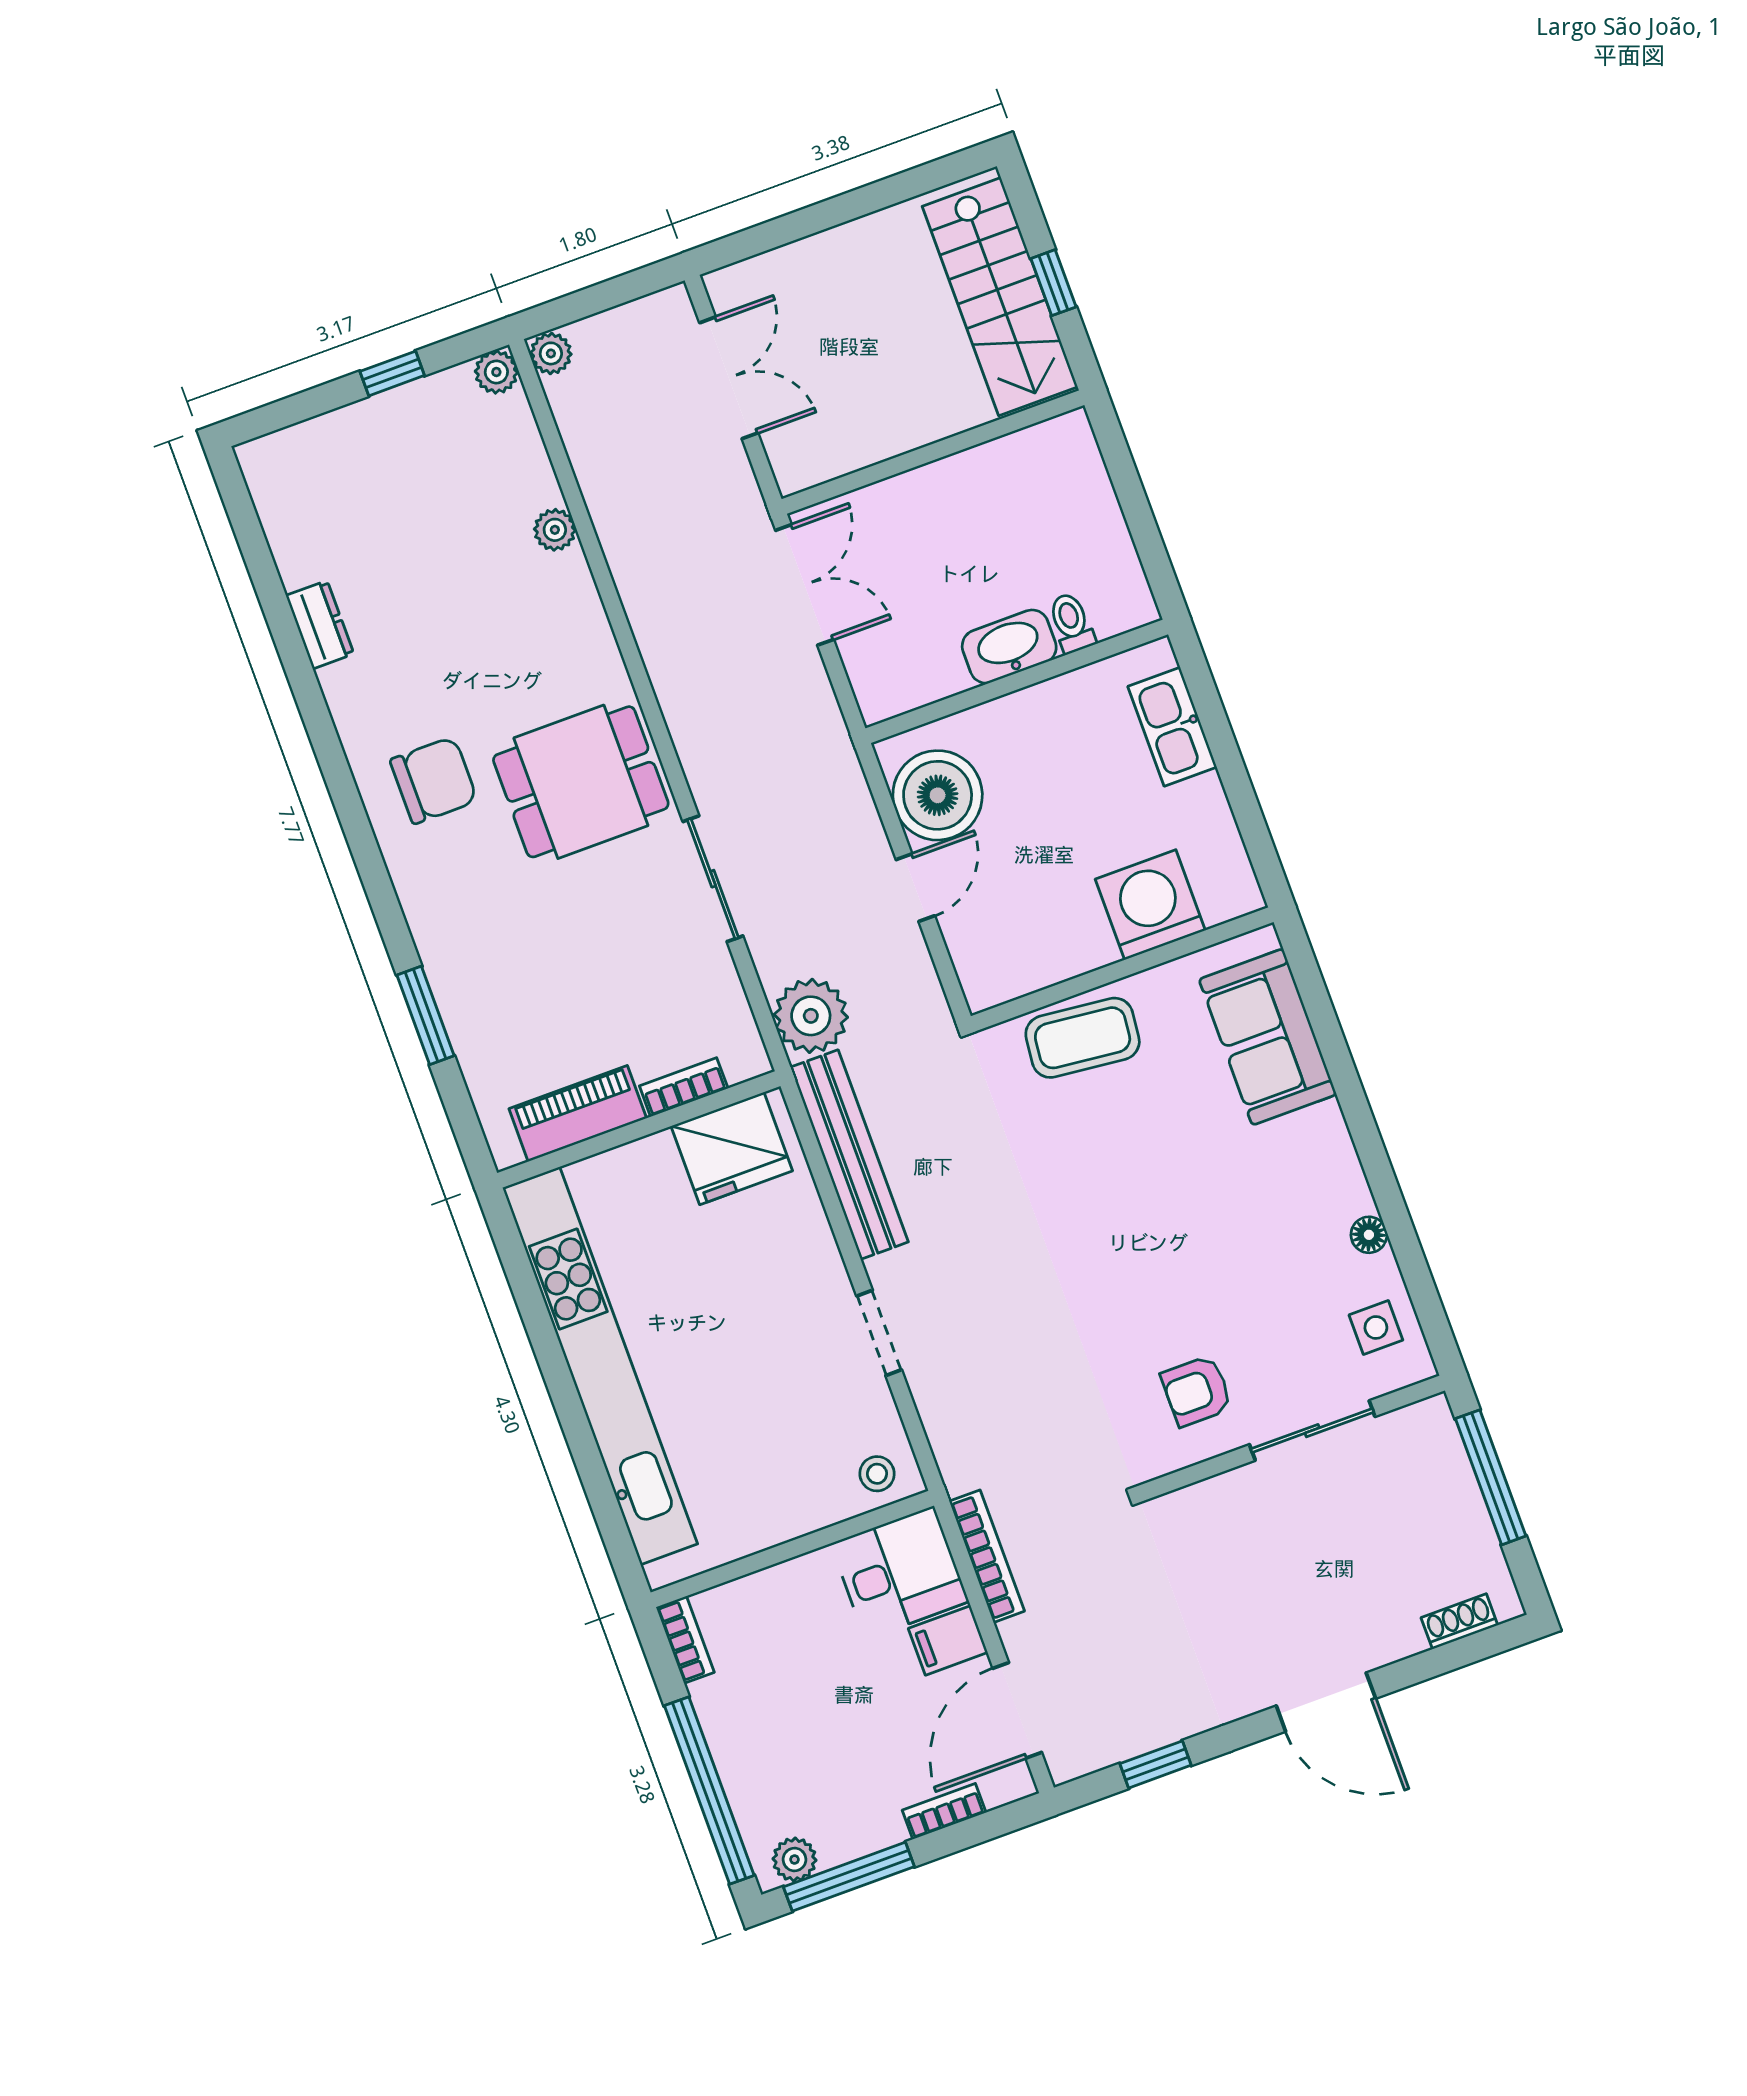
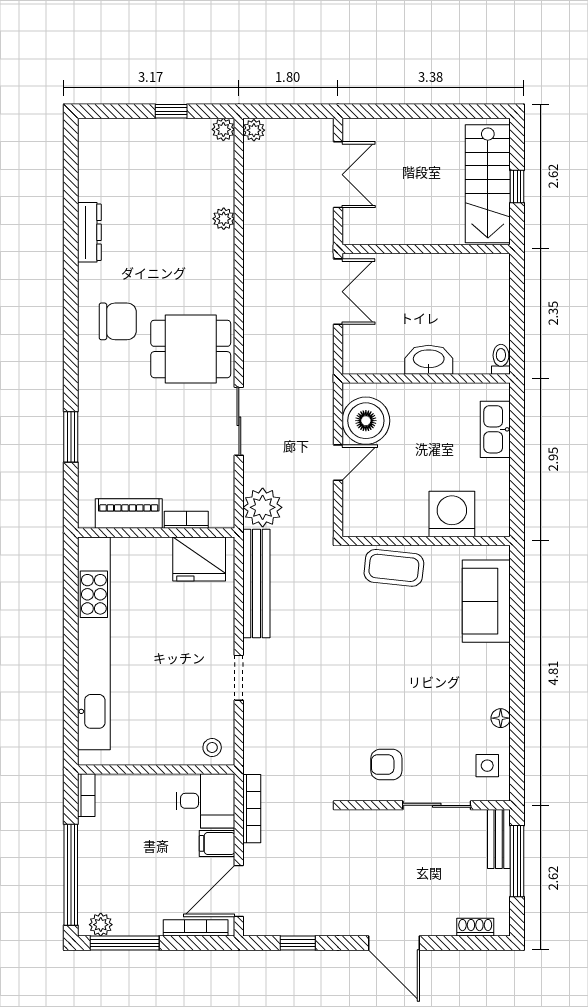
toilet: (1071, 623) -> (501, 359), moved
dresser: (320, 625) -> (89, 232), width x1.44
bench: (1444, 1450) -> (499, 839), added
bookcase: (944, 1811) -> (196, 928), width x1.56

